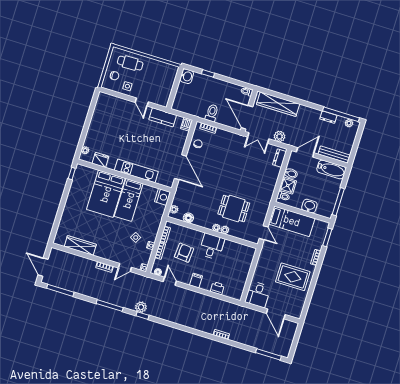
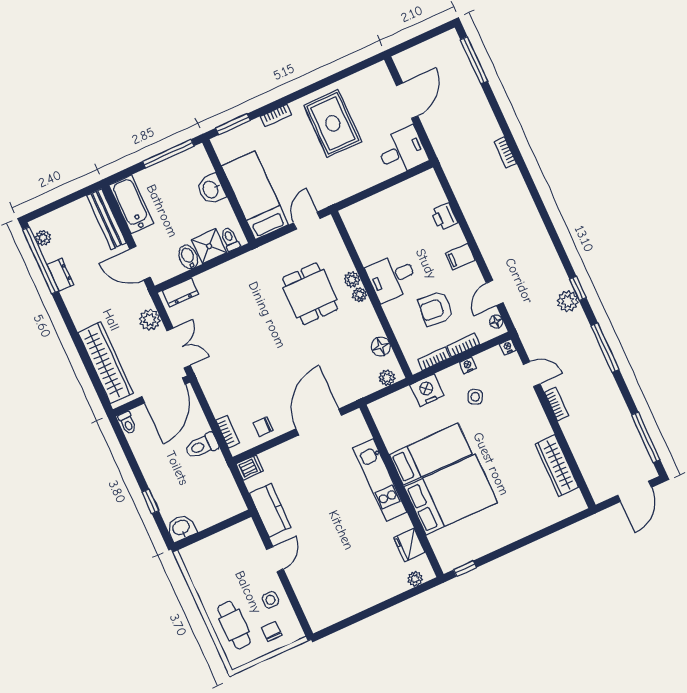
nightstand: (162, 197) -> (427, 390), moved

